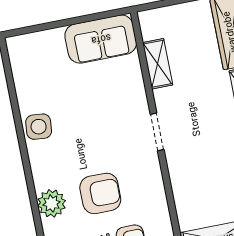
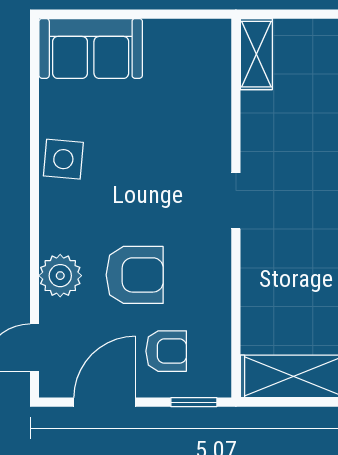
sofa: (101, 39) -> (91, 48), moved
shelving: (158, 64) -> (256, 54), moved

